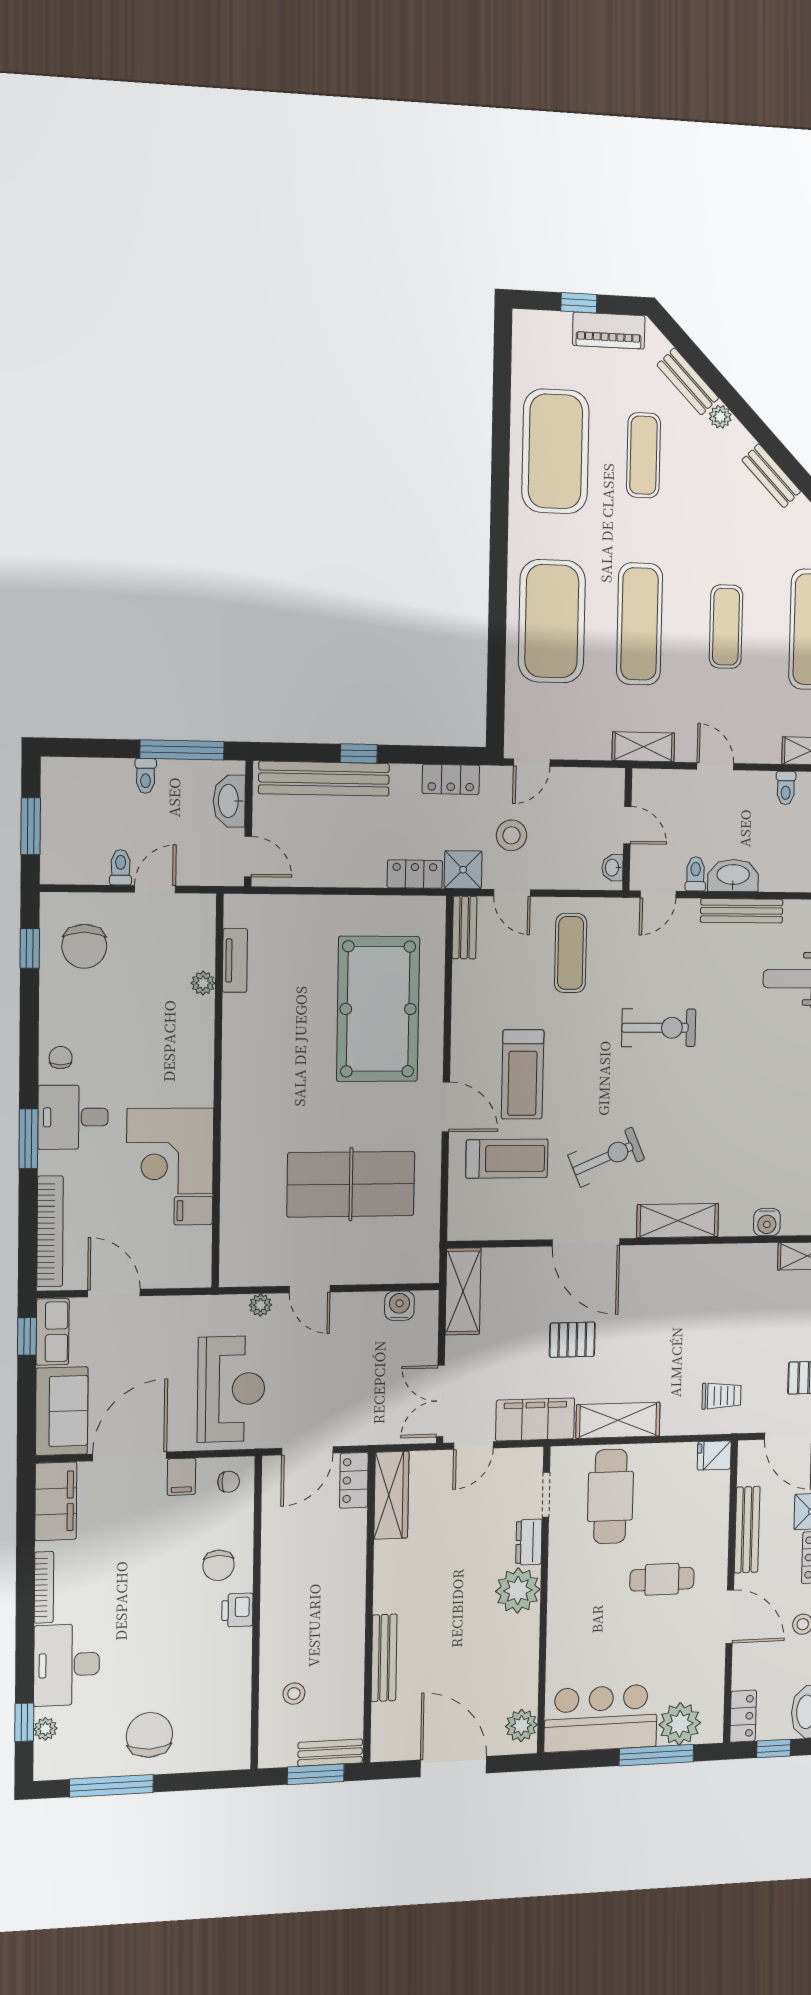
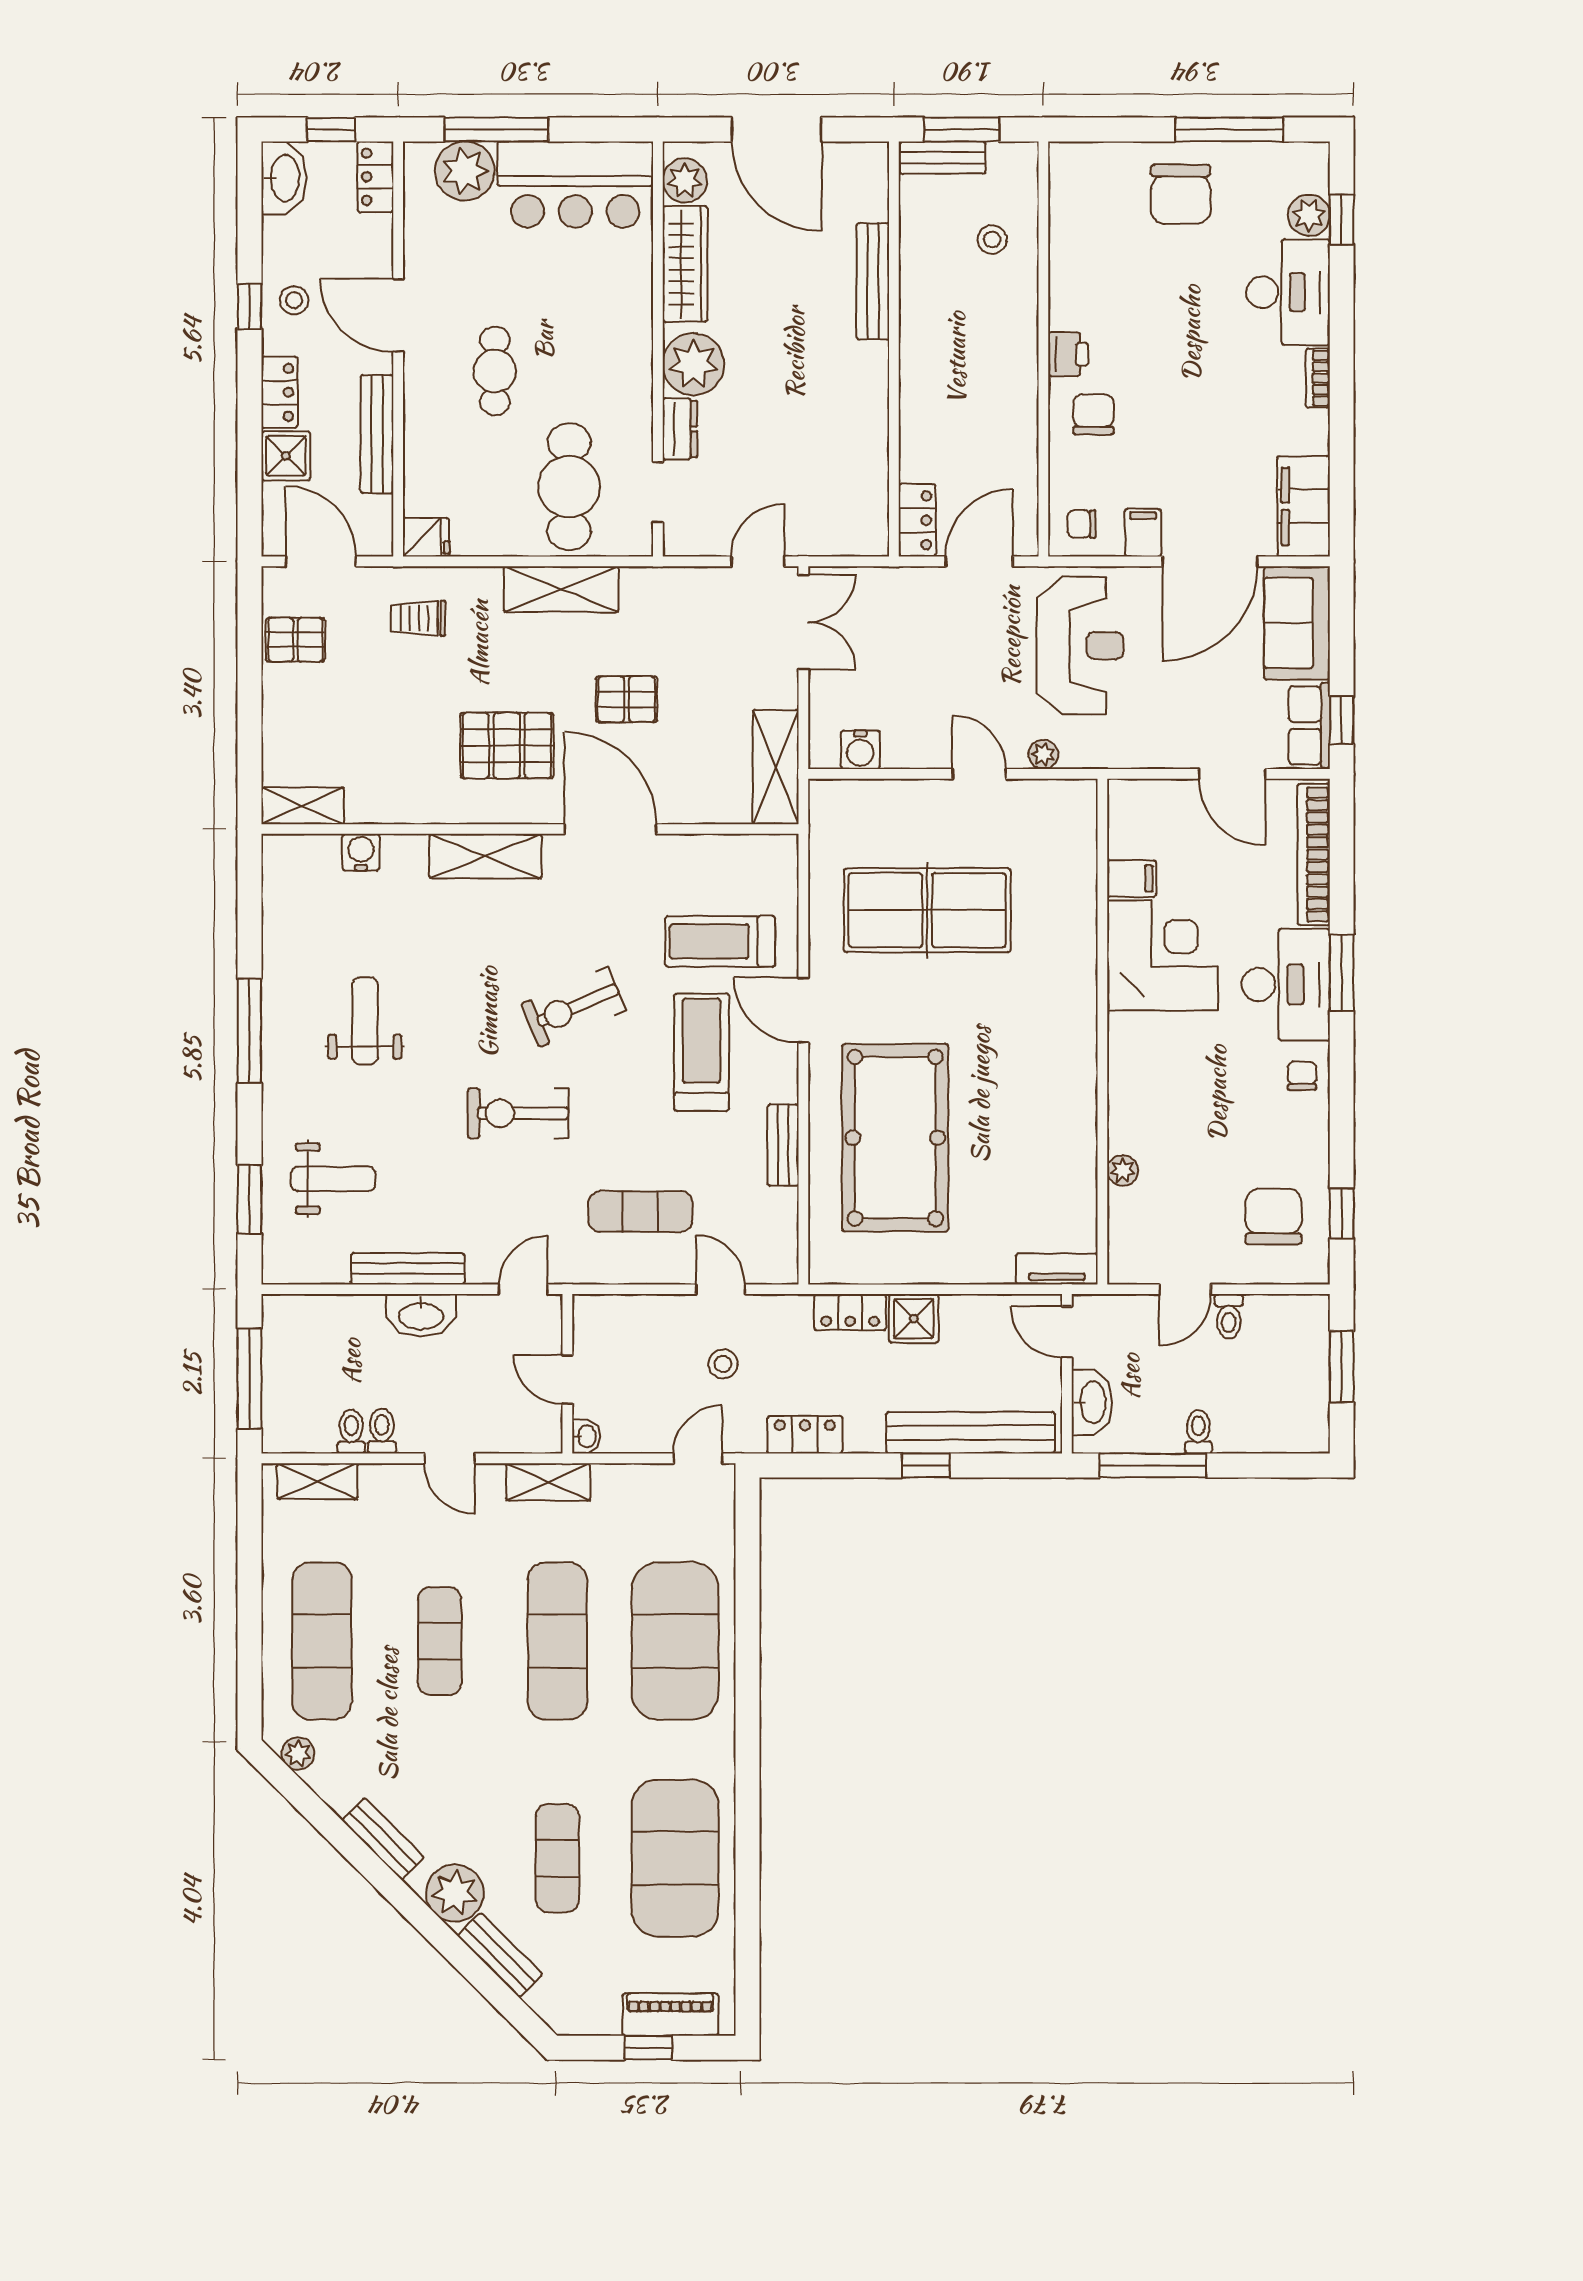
piano: (609, 331) -> (670, 2015), moved
plant: (720, 417) -> (455, 1893), width x1.87, depth x1.87
stool: (511, 835) -> (723, 1364), width x0.73, depth x0.73
washbasin: (613, 868) -> (586, 1436), moved
shower: (463, 870) -> (914, 1319), moved
toilet: (696, 874) -> (382, 1431), moved, turned 180
bench: (464, 928) -> (783, 1145), moved
exercise mat: (571, 953) -> (640, 1211), turned 90
tv unit: (235, 961) -> (1057, 1269), moved, turned 90
chair: (61, 1058) -> (1302, 1076), turned 180
weight bench: (767, 1097) -> (365, 1021), added
desk: (73, 1117) -> (1286, 985), width x1.37
exercise bike: (606, 1157) -> (574, 1007), moved
pallet: (660, 1303) -> (507, 746), added
reception desk: (231, 1389) -> (1080, 646), turned 180
filing cabinet: (535, 1419) -> (675, 594), removed
wardrobe: (391, 1495) -> (685, 264), moved, turned 180
cafe table: (662, 1579) -> (495, 371), turned 90
bookcase: (44, 1587) -> (1318, 378), width x0.64
plant: (45, 1729) -> (1309, 215), width x1.38, depth x1.38

